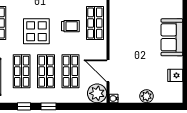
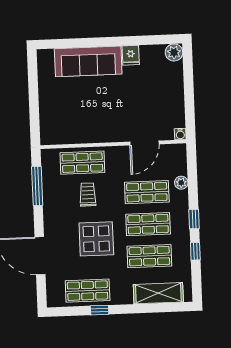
sofa: (172, 37) -> (88, 61), width x1.36
fridge: (175, 75) -> (131, 55), moved
plant: (97, 93) -> (181, 183), moved, width x0.53, depth x0.53
plant: (147, 96) -> (174, 52), moved

